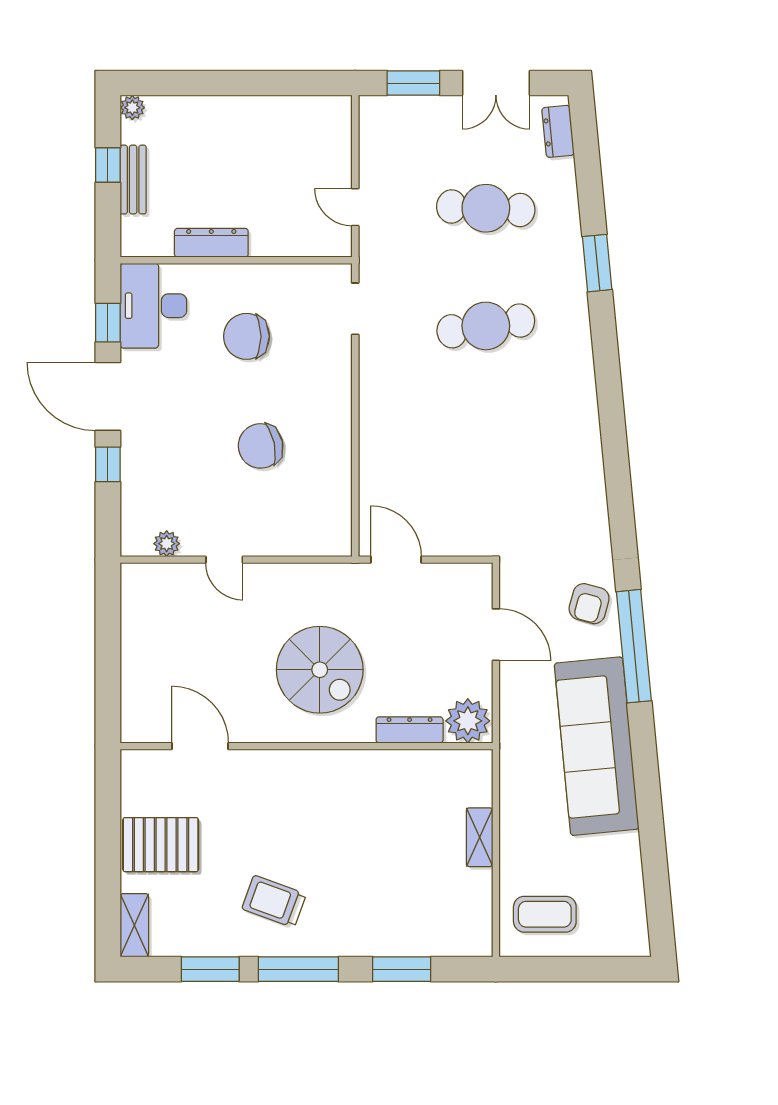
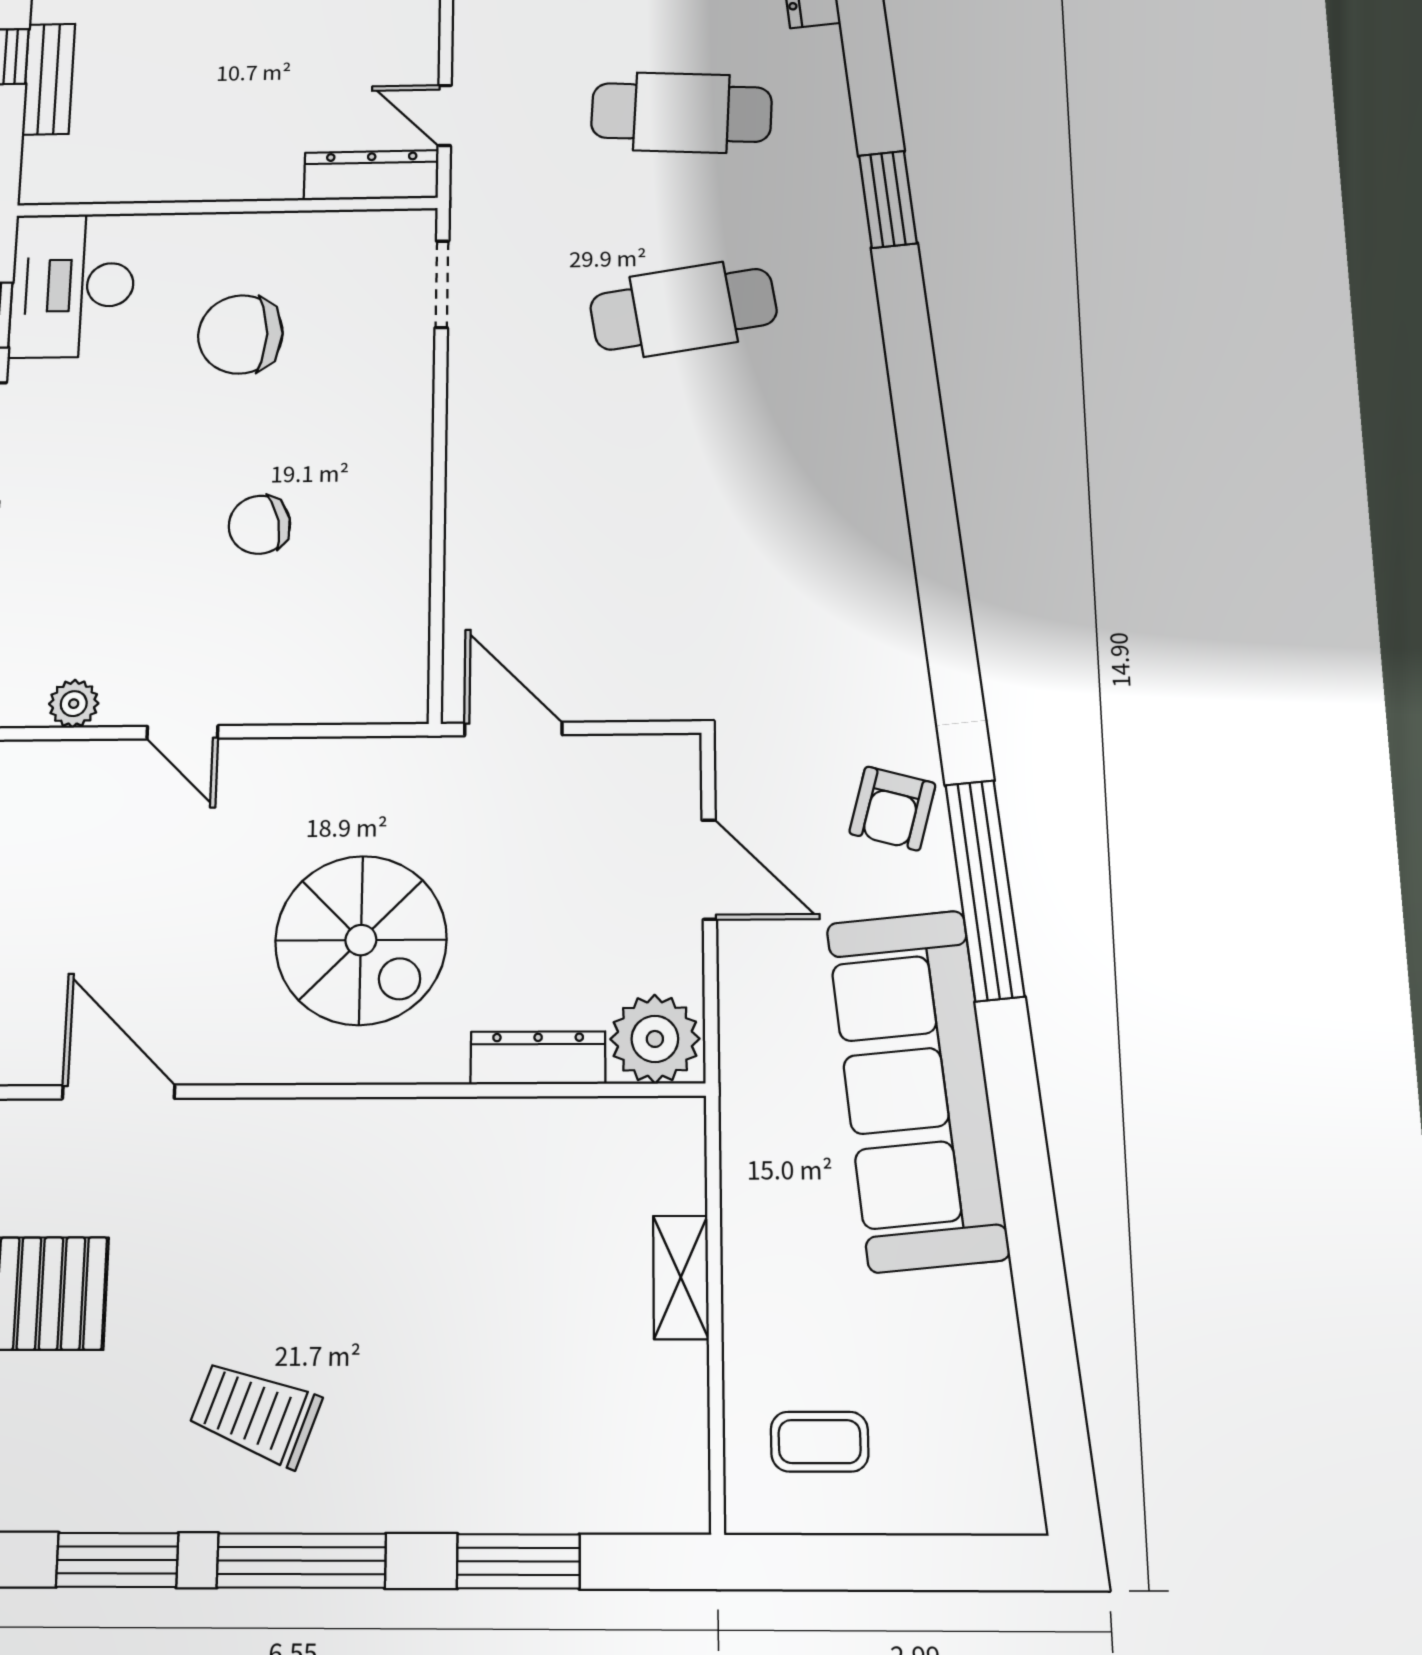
dresser: (211, 243) -> (371, 175), moved
chair: (261, 446) -> (259, 525), width x0.73, depth x0.73
coffee table: (545, 914) -> (820, 1442), width x0.73, depth x0.77

